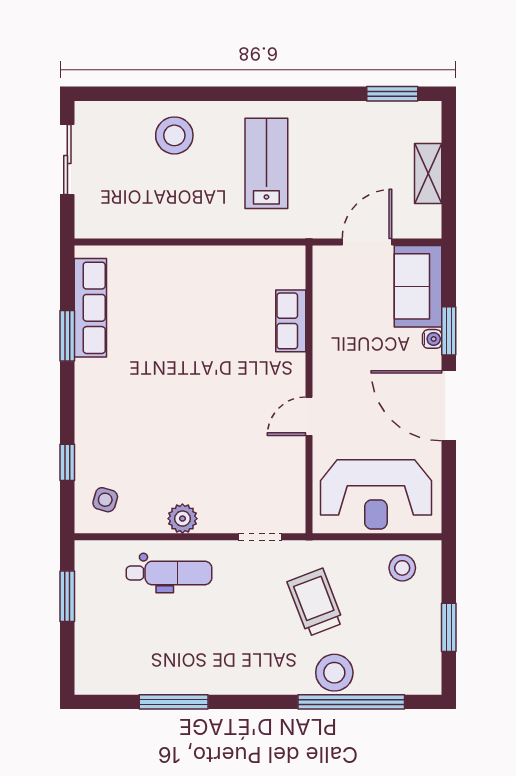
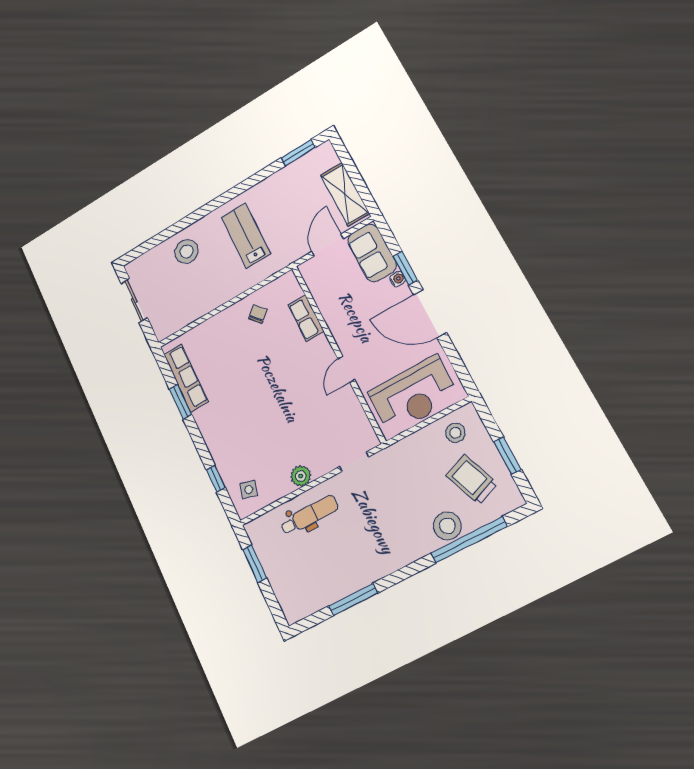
shelving: (428, 174) -> (345, 194), width x1.50, depth x1.33
chair: (230, 279) -> (258, 314), added
trolley: (315, 602) -> (472, 480), moved

